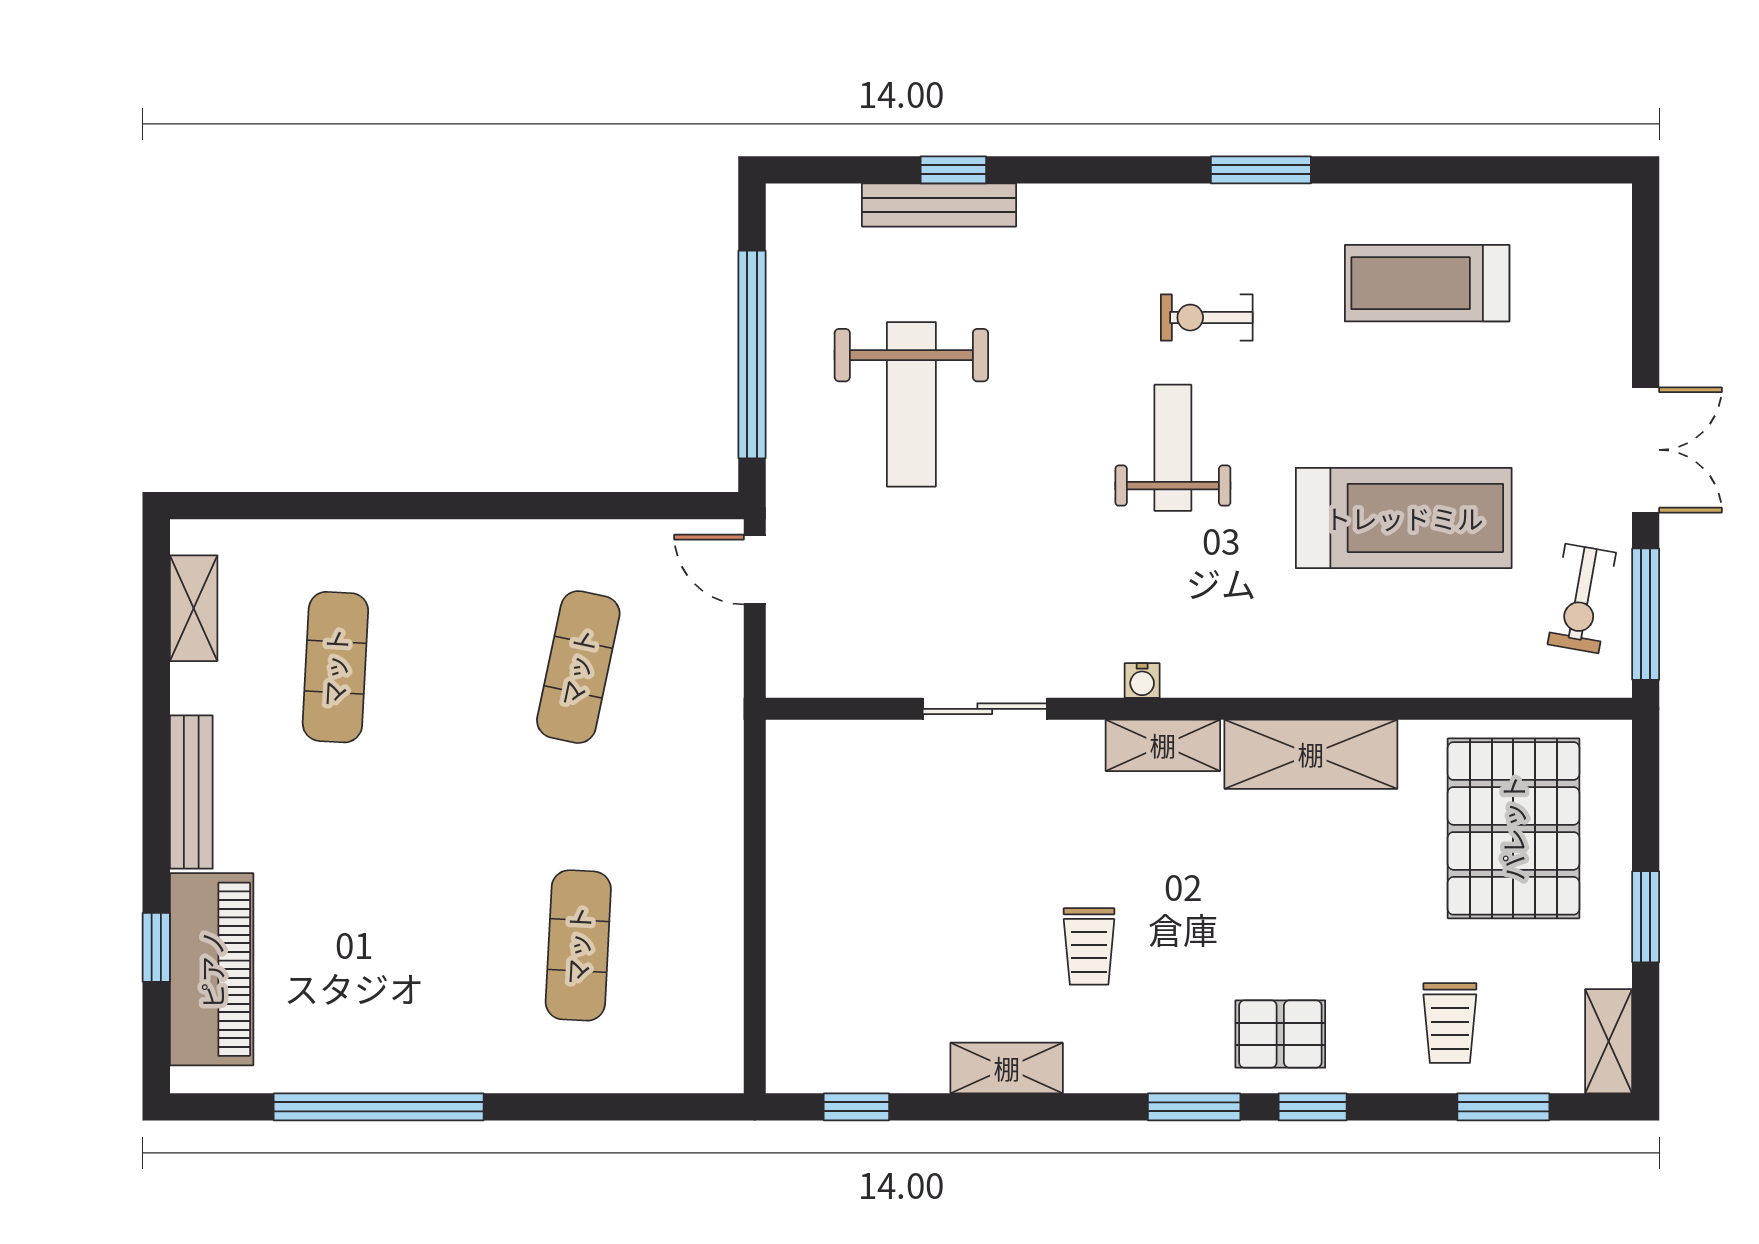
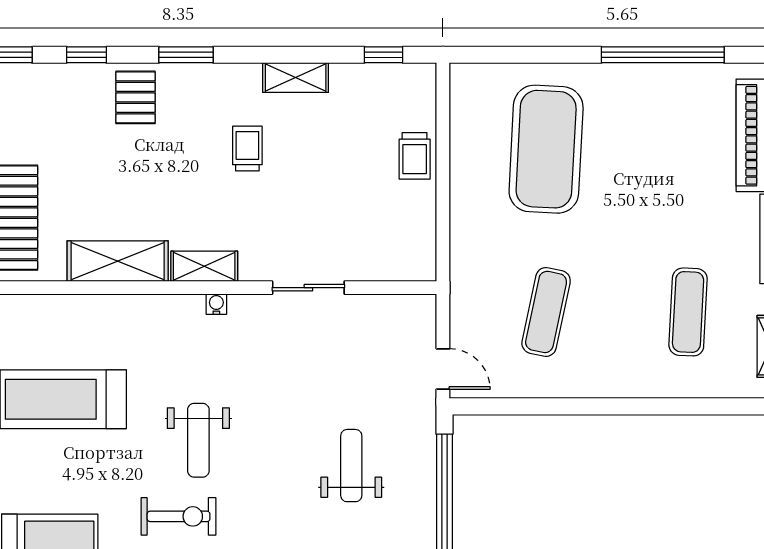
exercise bike: (1207, 318) -> (179, 516), width x1.38, depth x1.39
weight bench: (911, 404) -> (351, 466), width x0.73, depth x0.75
exercise mat: (578, 945) -> (546, 149), width x2.00, depth x1.45
trolley: (1450, 1023) -> (415, 156), moved, turned 180
pallet: (1280, 1034) -> (136, 97), turned 90
window: (1313, 1107) -> (86, 55), moved

